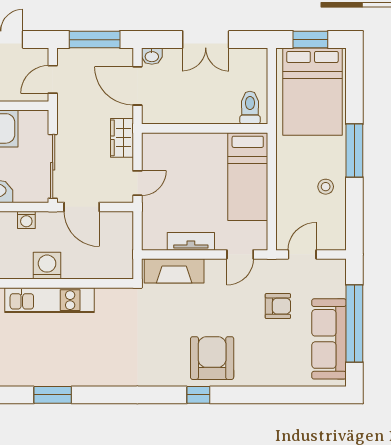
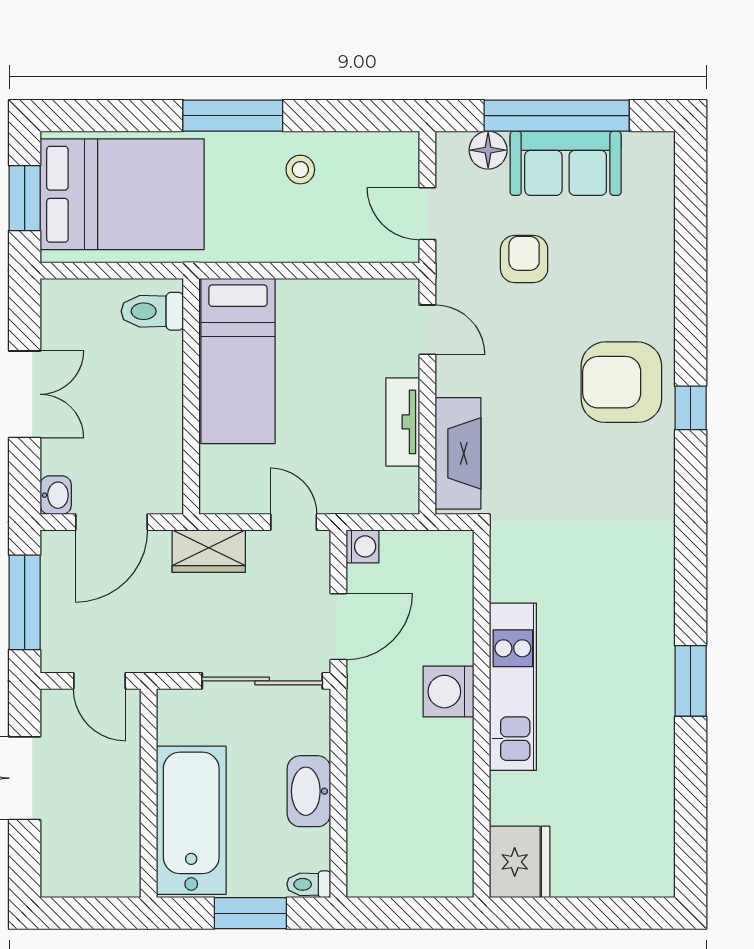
bed: (248, 177) -> (238, 361), moved, turned 90
washing machine: (26, 220) -> (362, 546), moved
floor lamp: (336, 287) -> (488, 150), added
sofa: (329, 339) -> (566, 163), width x0.73

